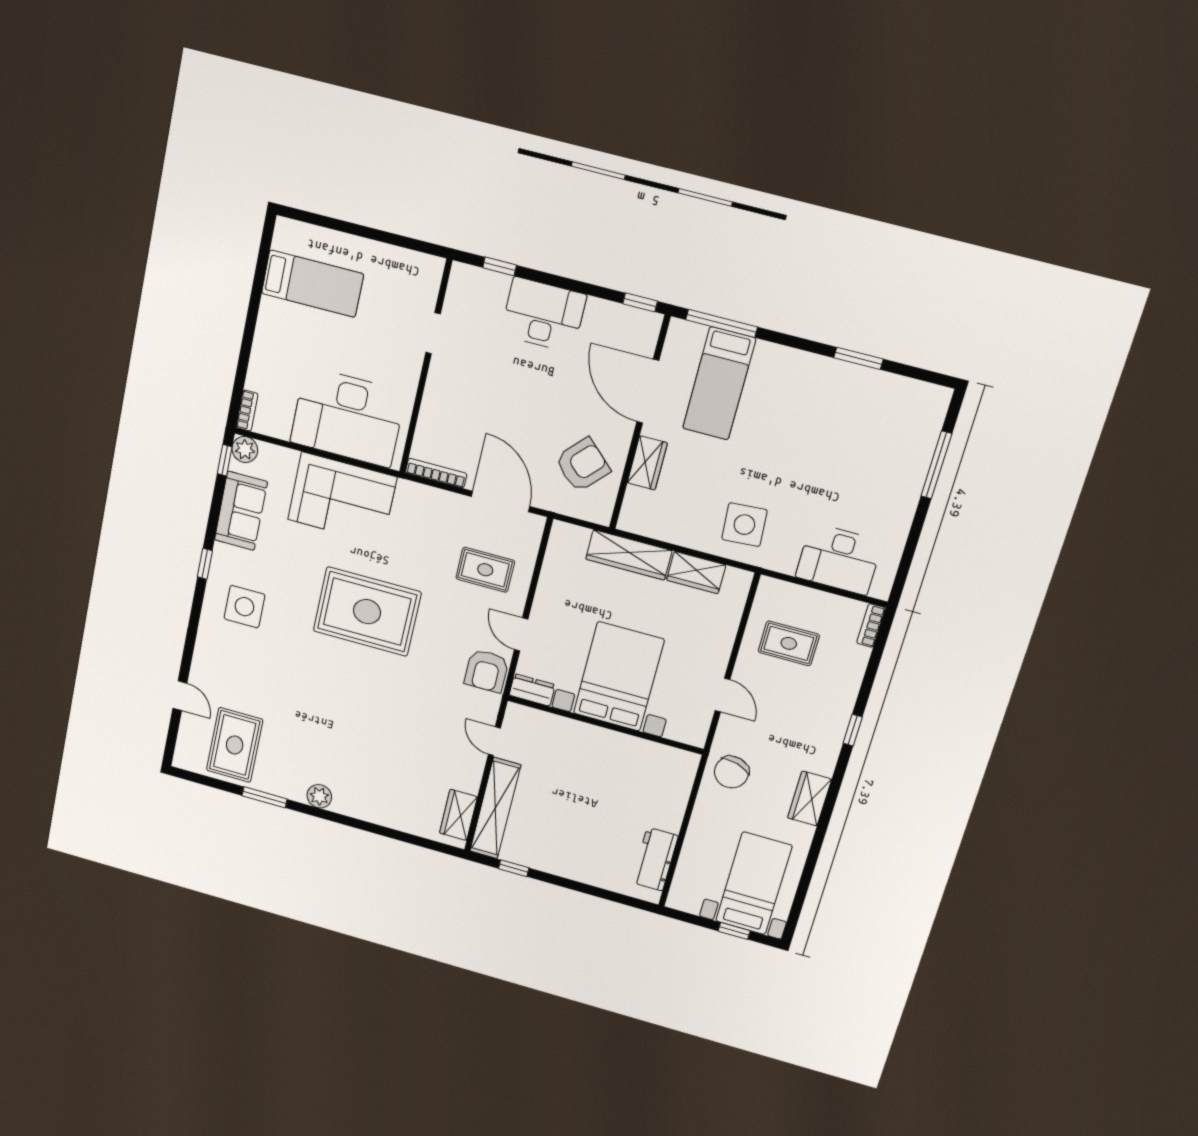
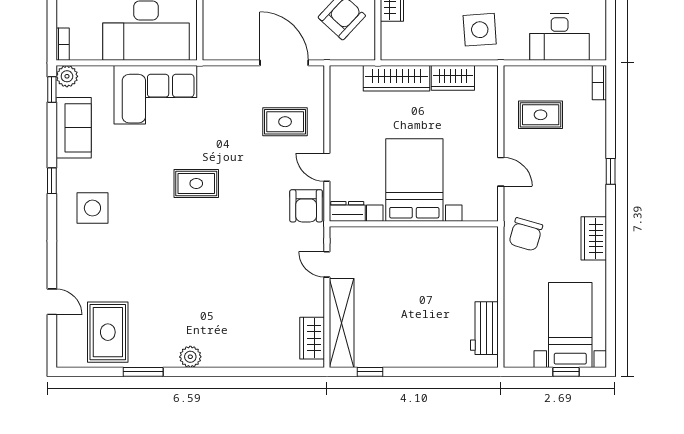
bookcase: (436, 473) -> (227, 54), removed
rug: (367, 612) -> (196, 183), width x0.54, depth x0.49

